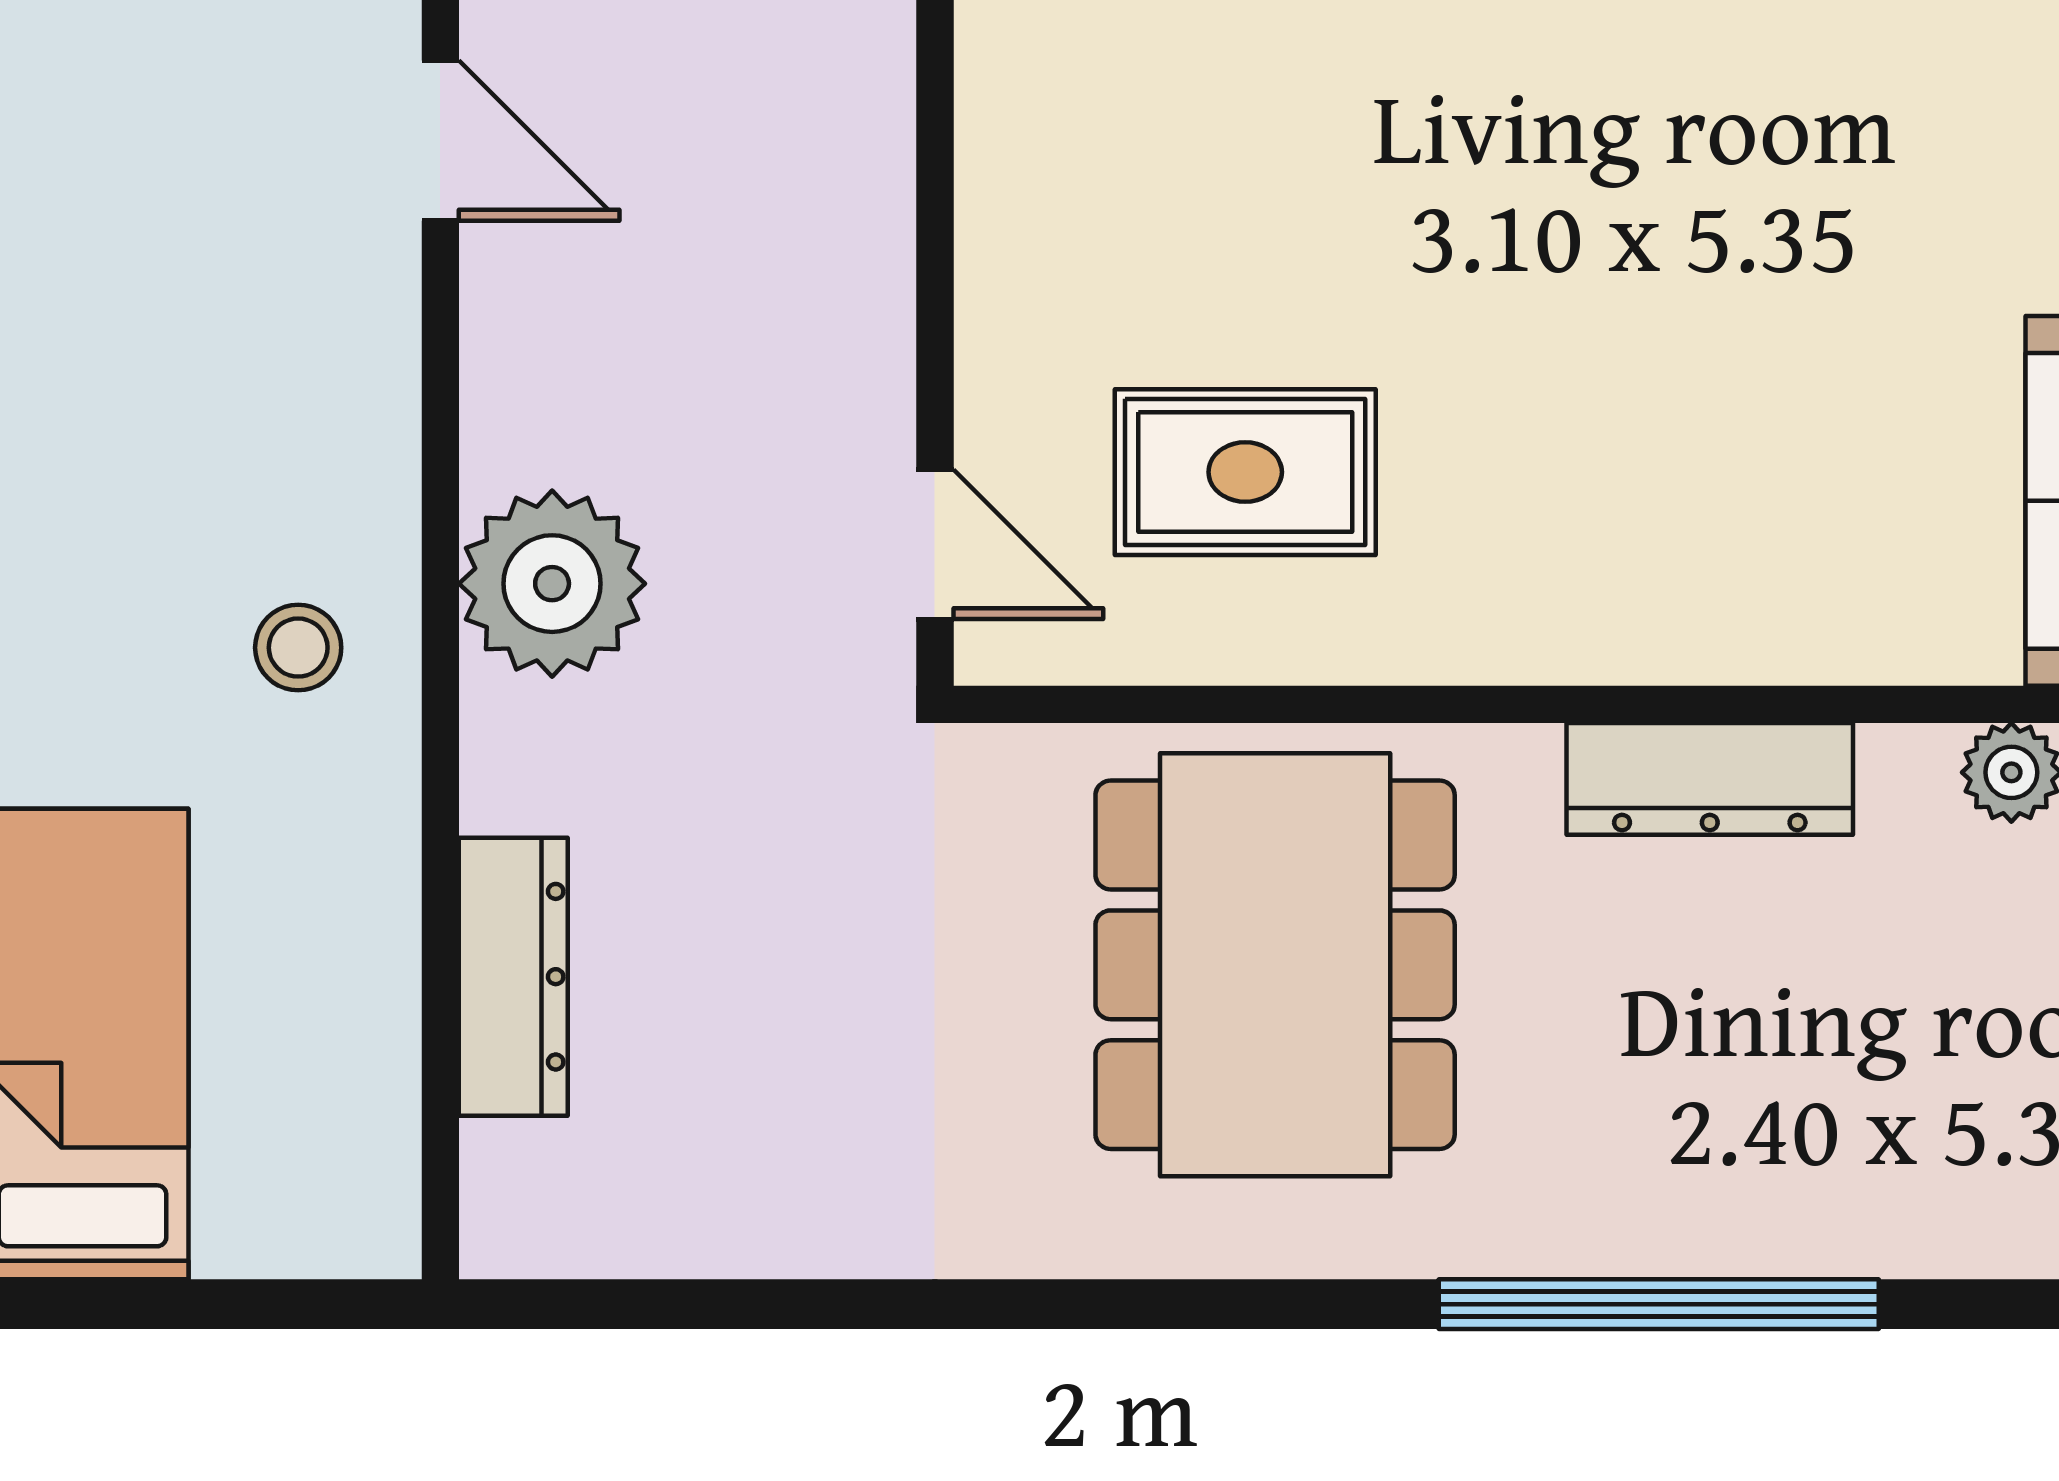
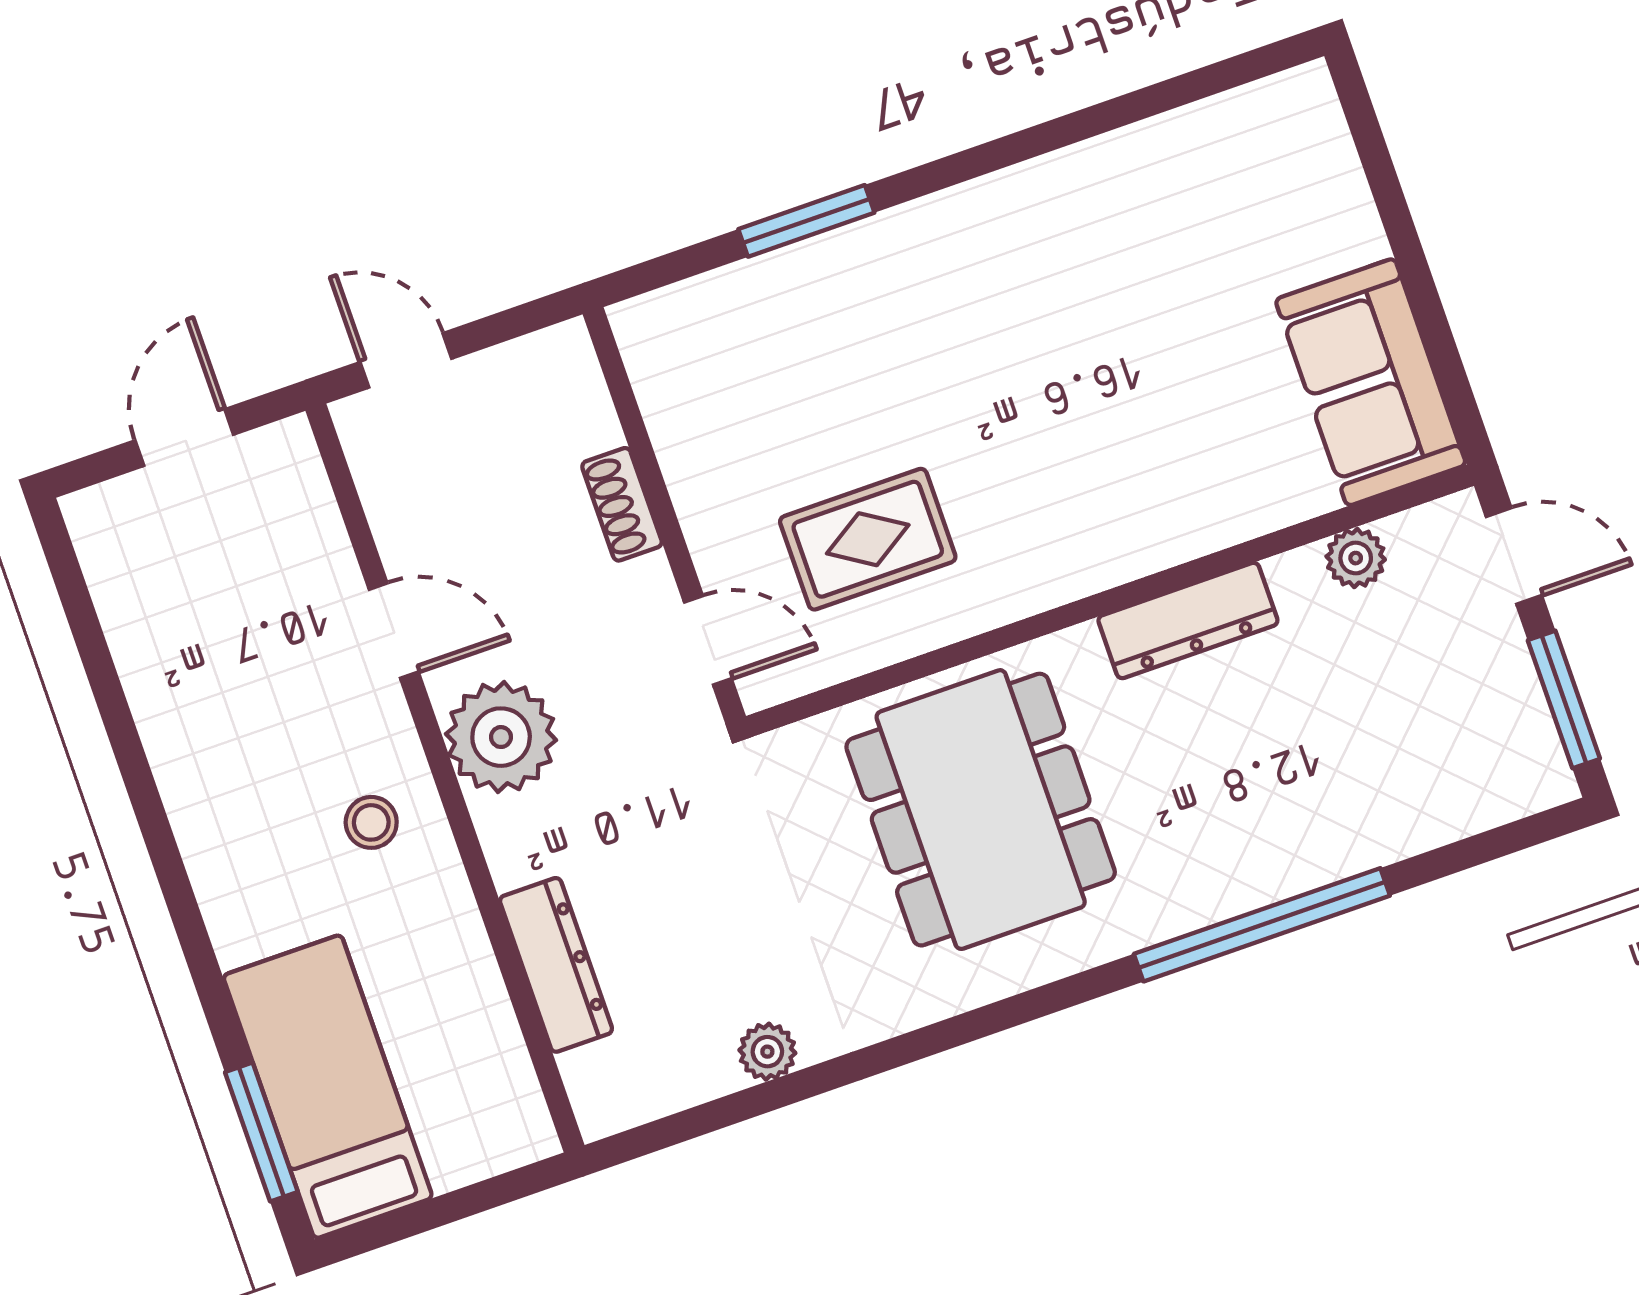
door: (440, 141) -> (394, 631), moved
shoe rack: (873, 280) -> (622, 504), added
plant: (802, 1232) -> (767, 1052), added

